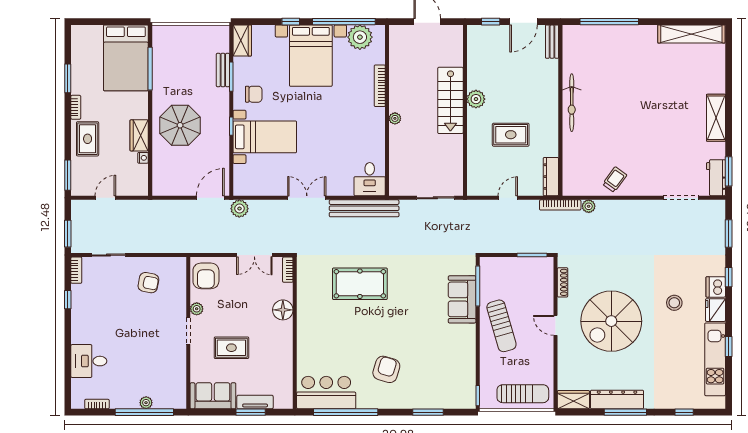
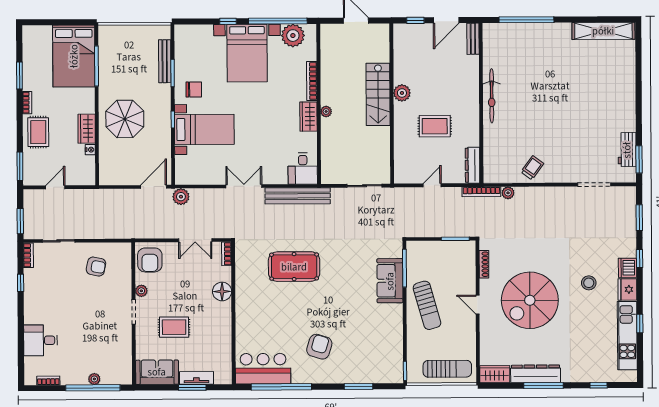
wardrobe: (242, 40) -> (308, 117), moved, turned 180
bench: (223, 70) -> (165, 61), width x1.36
shelving: (716, 118) -> (627, 109), removed
workbench: (716, 178) -> (627, 150), moved

